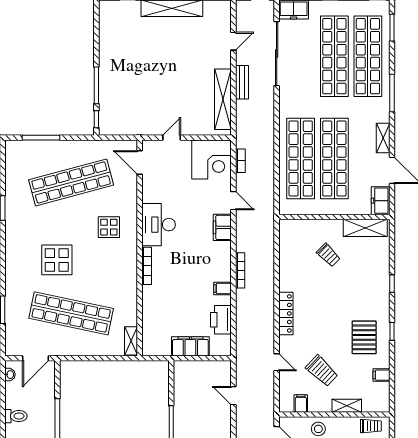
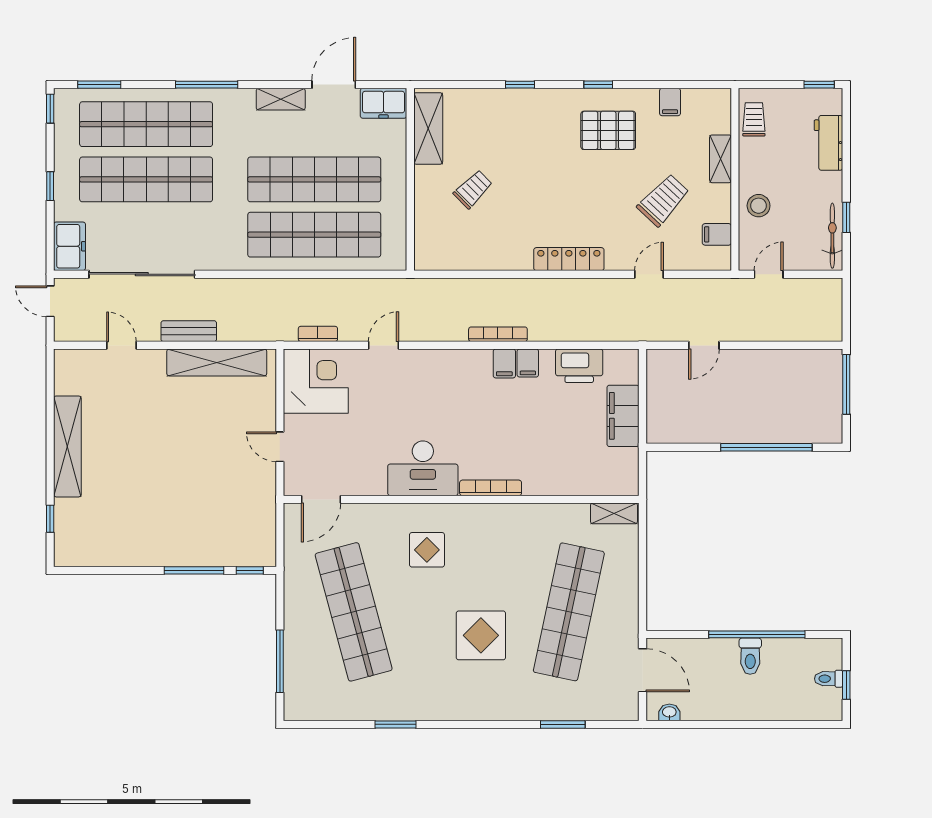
filing cabinet: (222, 227) -> (504, 363), moved, width x0.50
toilet: (16, 416) -> (750, 656), moved, turned 180

